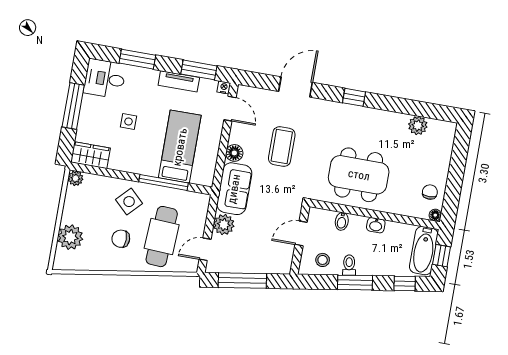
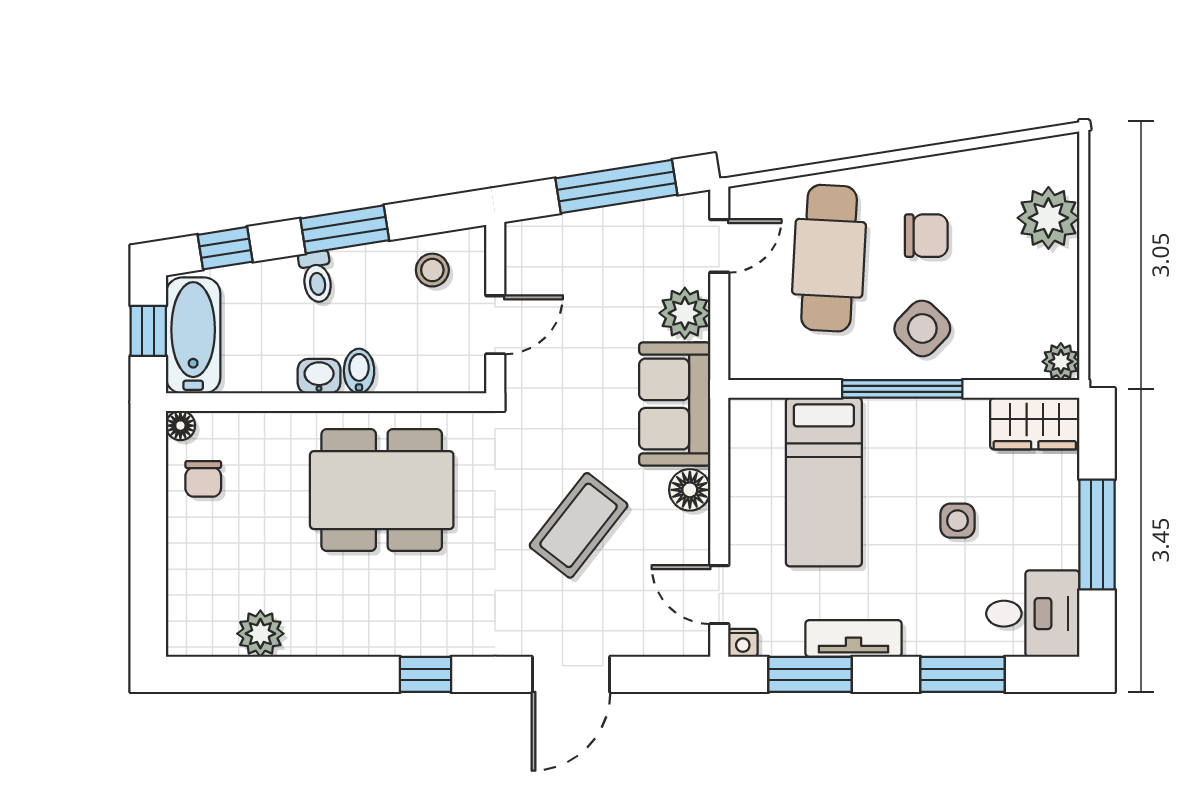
coffee table: (282, 147) -> (579, 525), turned 38
window: (163, 182) -> (902, 389), moved
bidet: (342, 221) -> (359, 371), moved
toilet: (349, 265) -> (317, 277), moved

